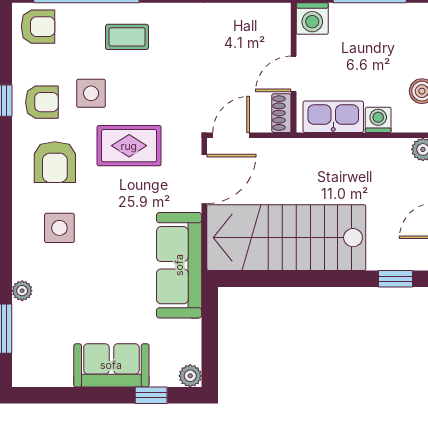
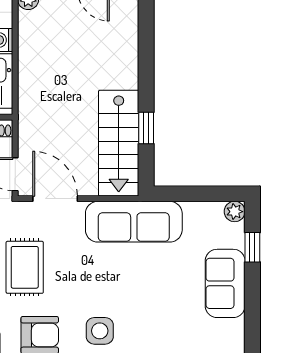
stairs: (286, 238) -> (119, 143), width x0.73, depth x0.66
window: (395, 279) -> (146, 128), moved

